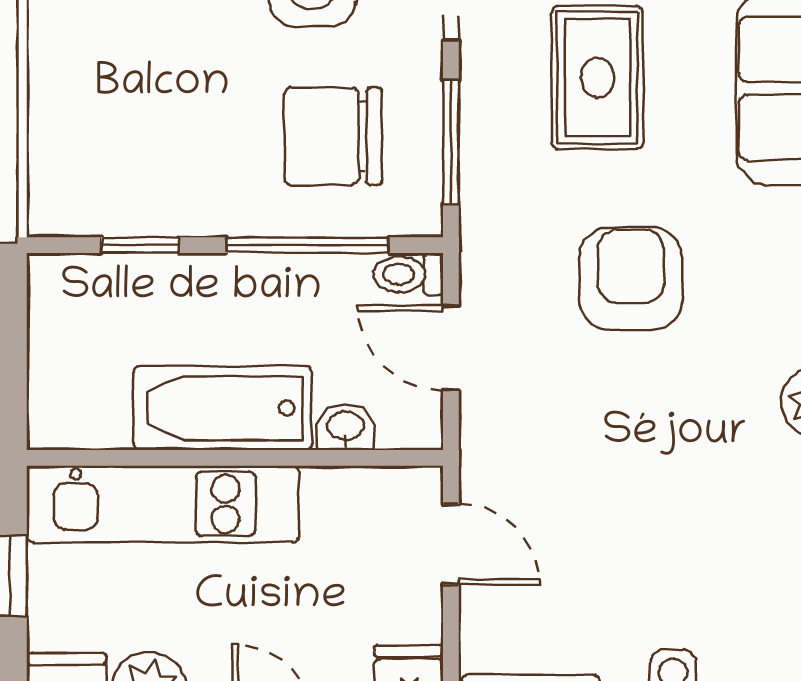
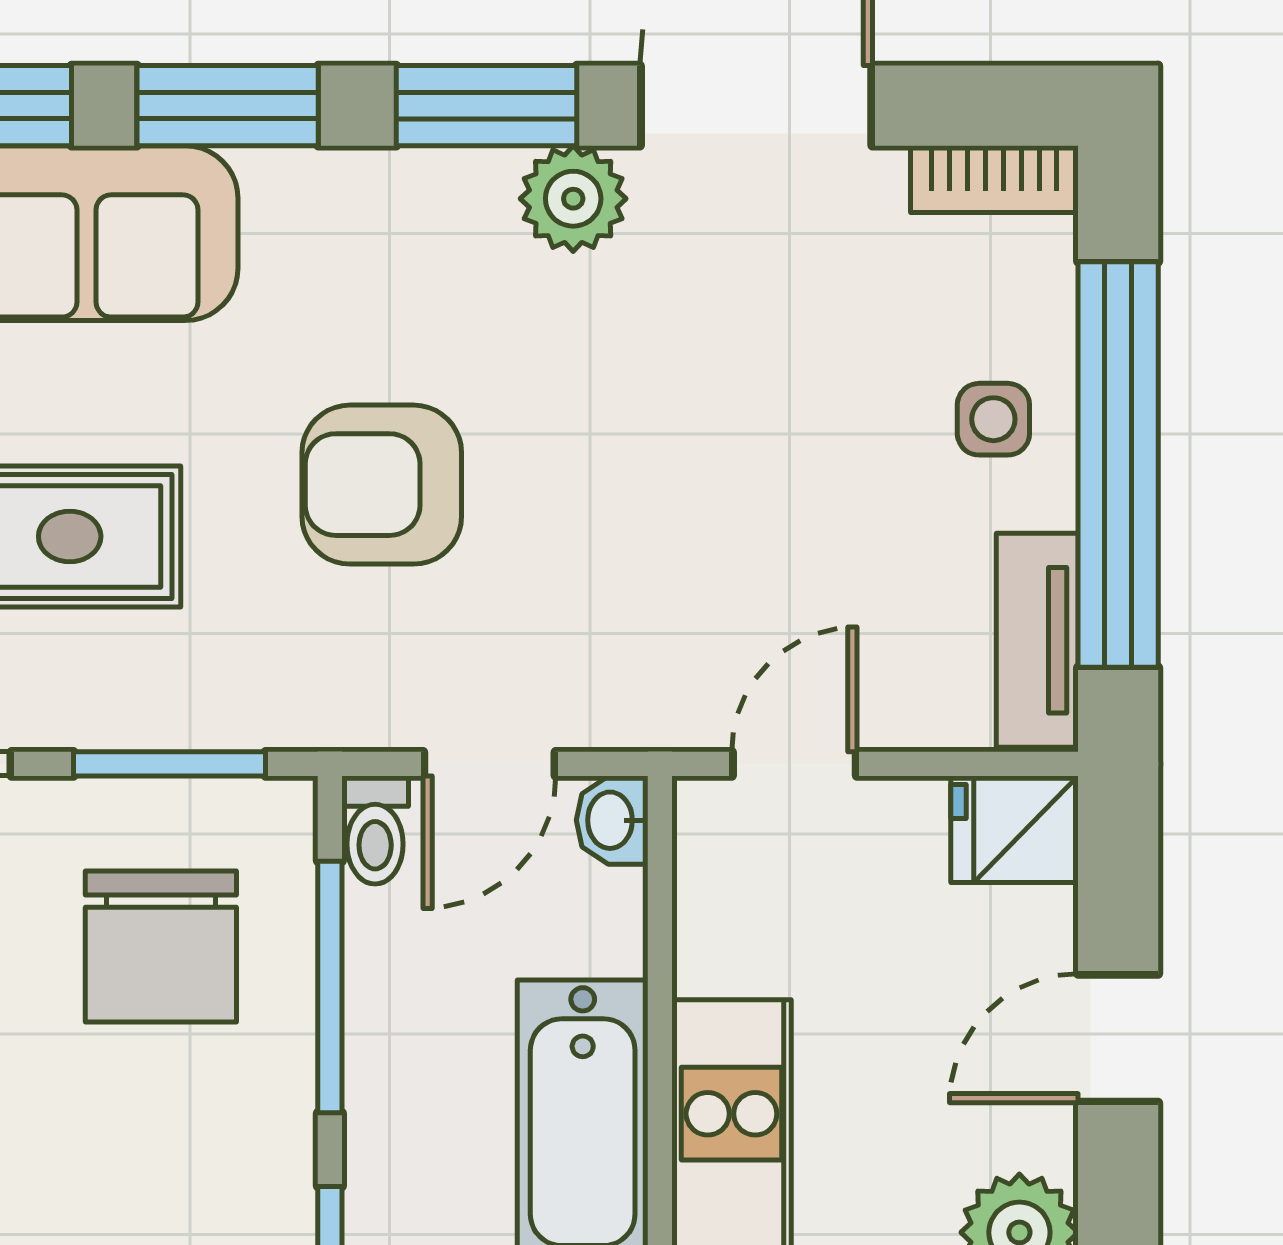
washbasin: (345, 427) -> (612, 820), moved

